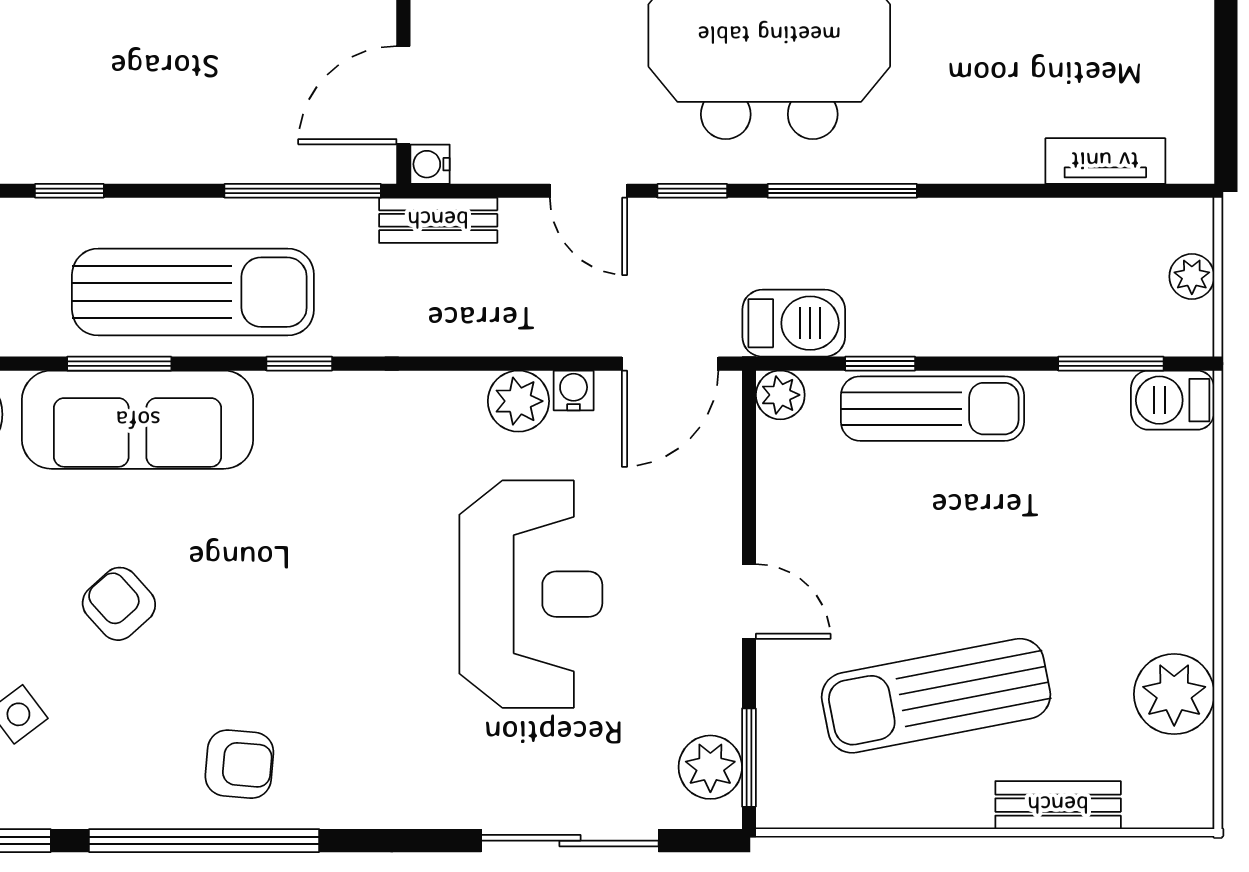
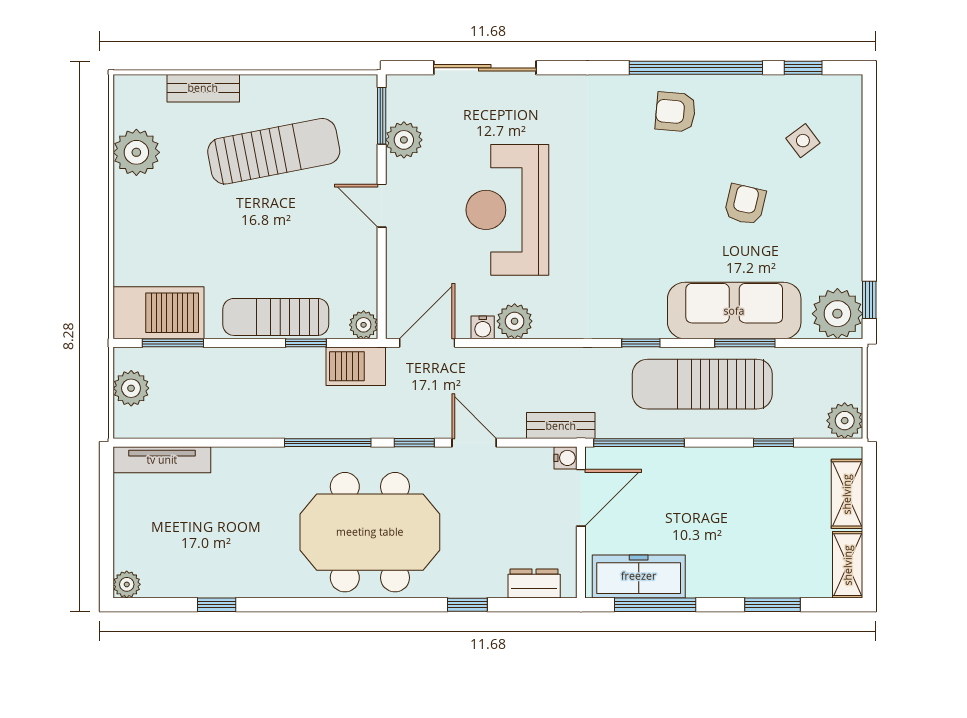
tv unit: (1105, 161) -> (162, 460), width x1.41
plant: (1192, 277) -> (131, 388), width x1.38, depth x1.38
barbecue: (1173, 400) -> (158, 313), width x1.88, depth x1.53
armchair: (119, 604) -> (745, 204), turned -125
plant: (710, 767) -> (404, 140), moved

